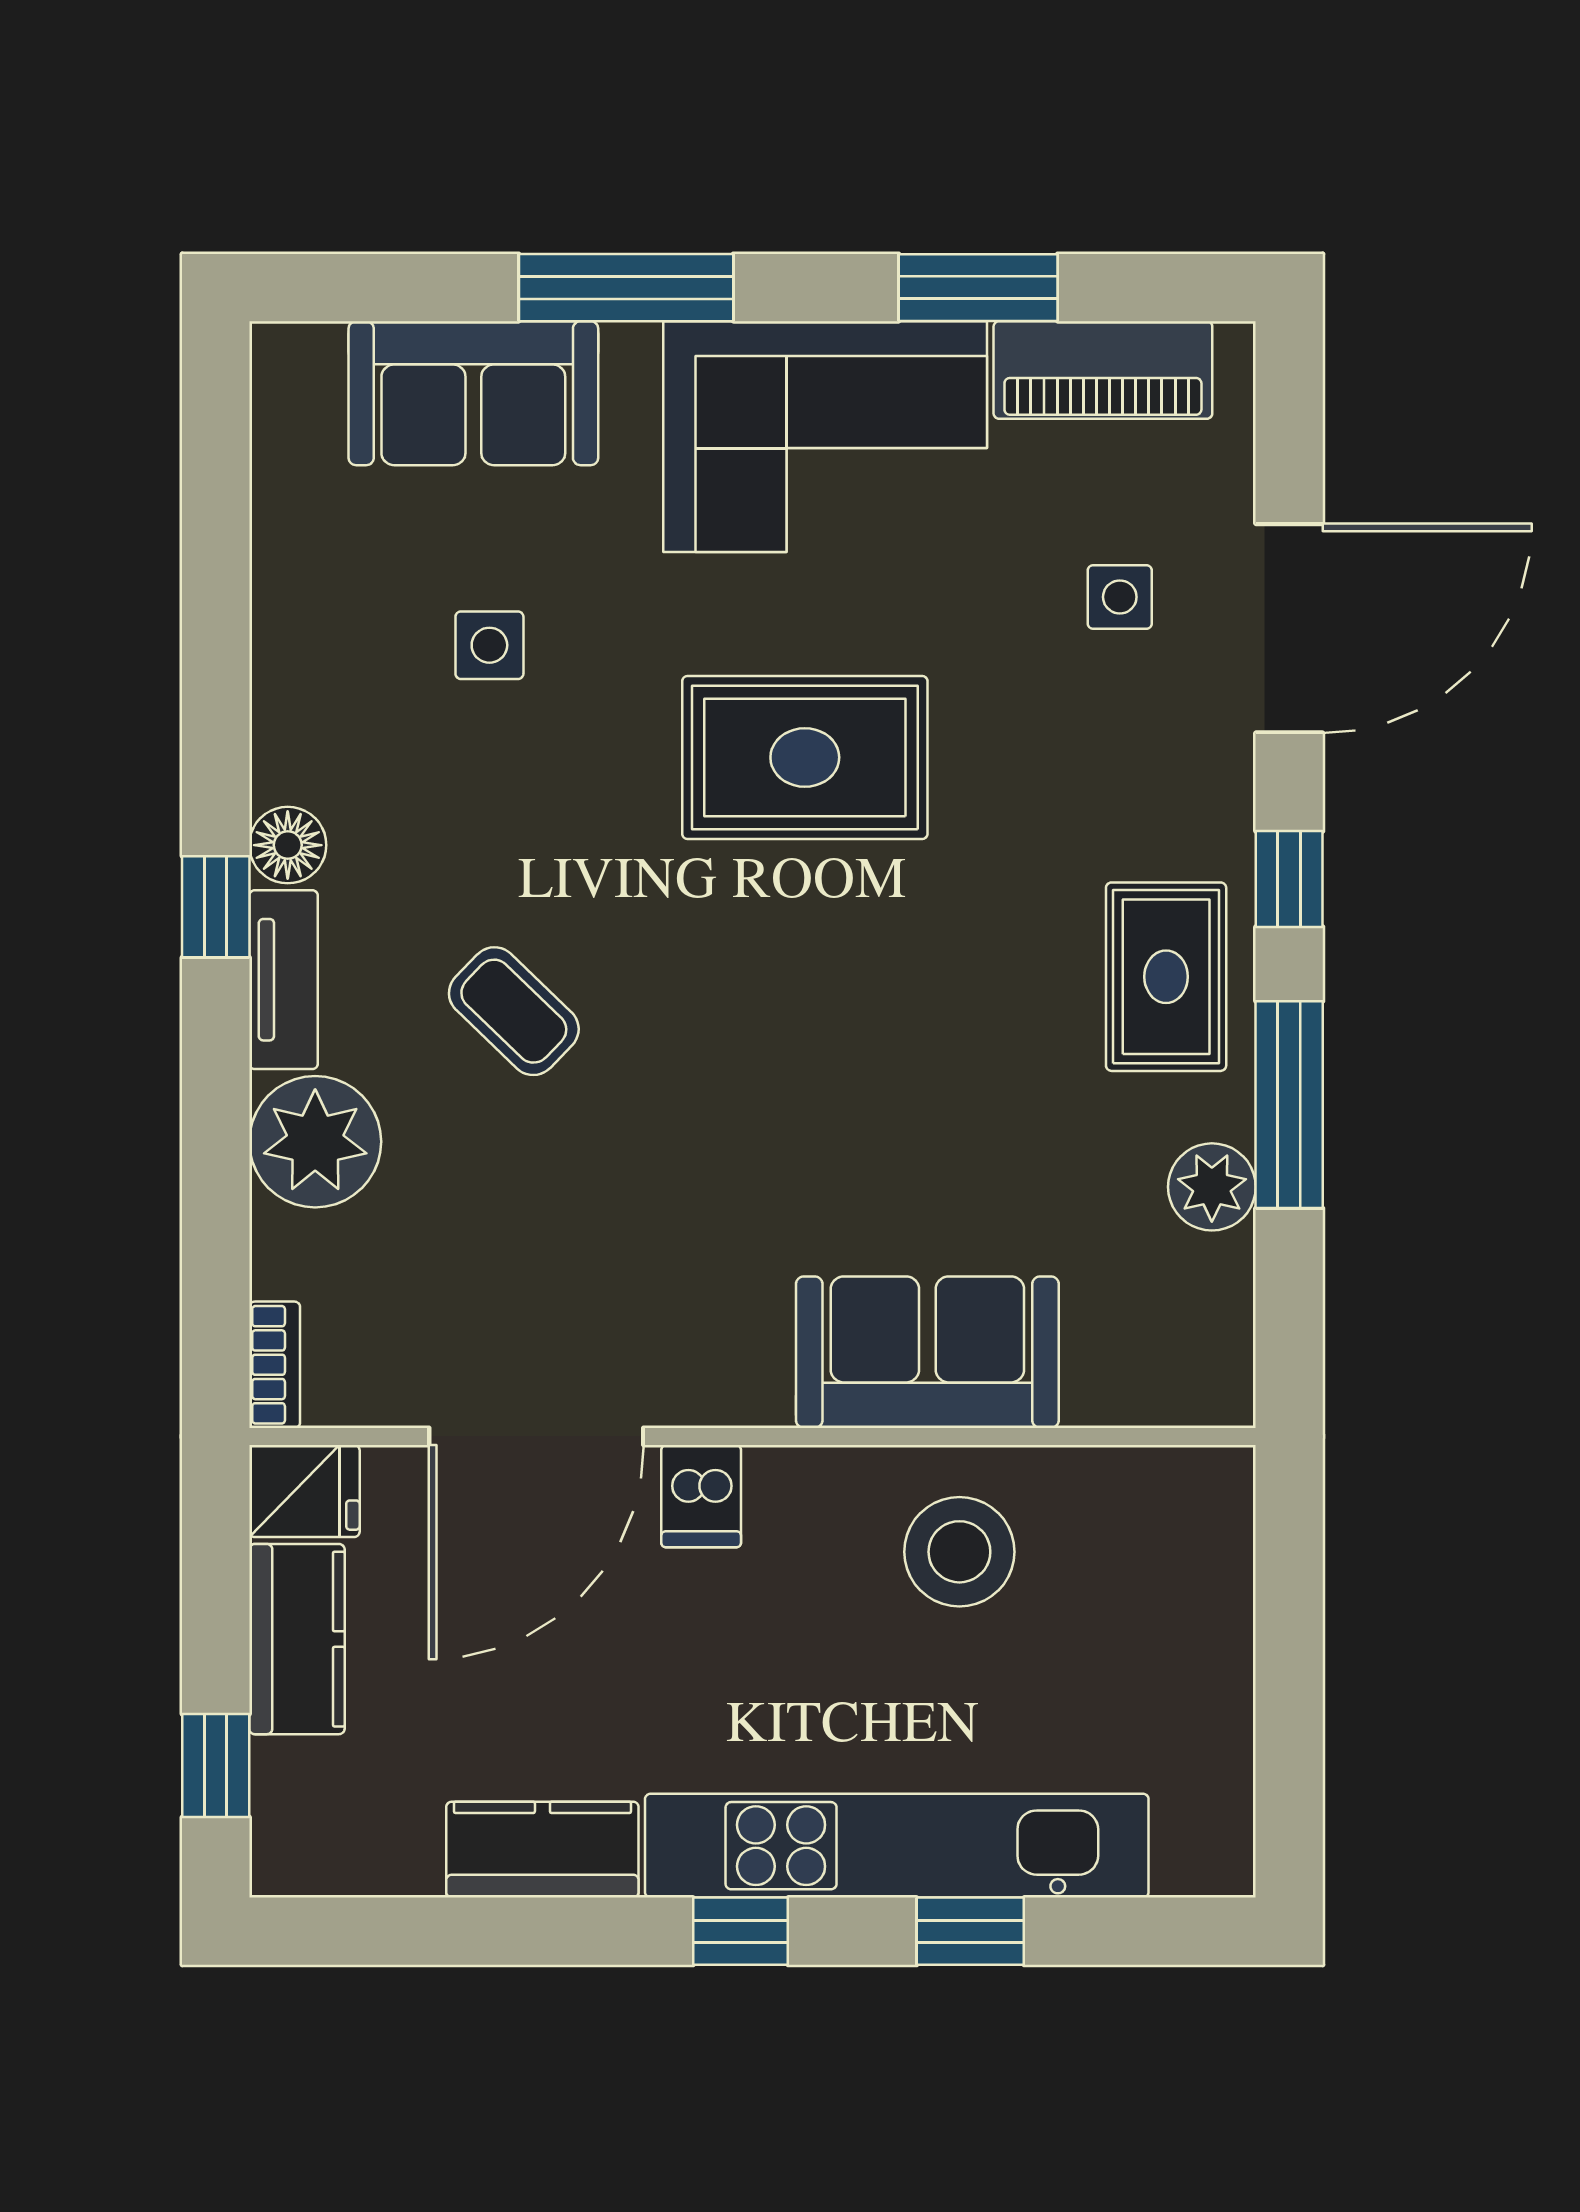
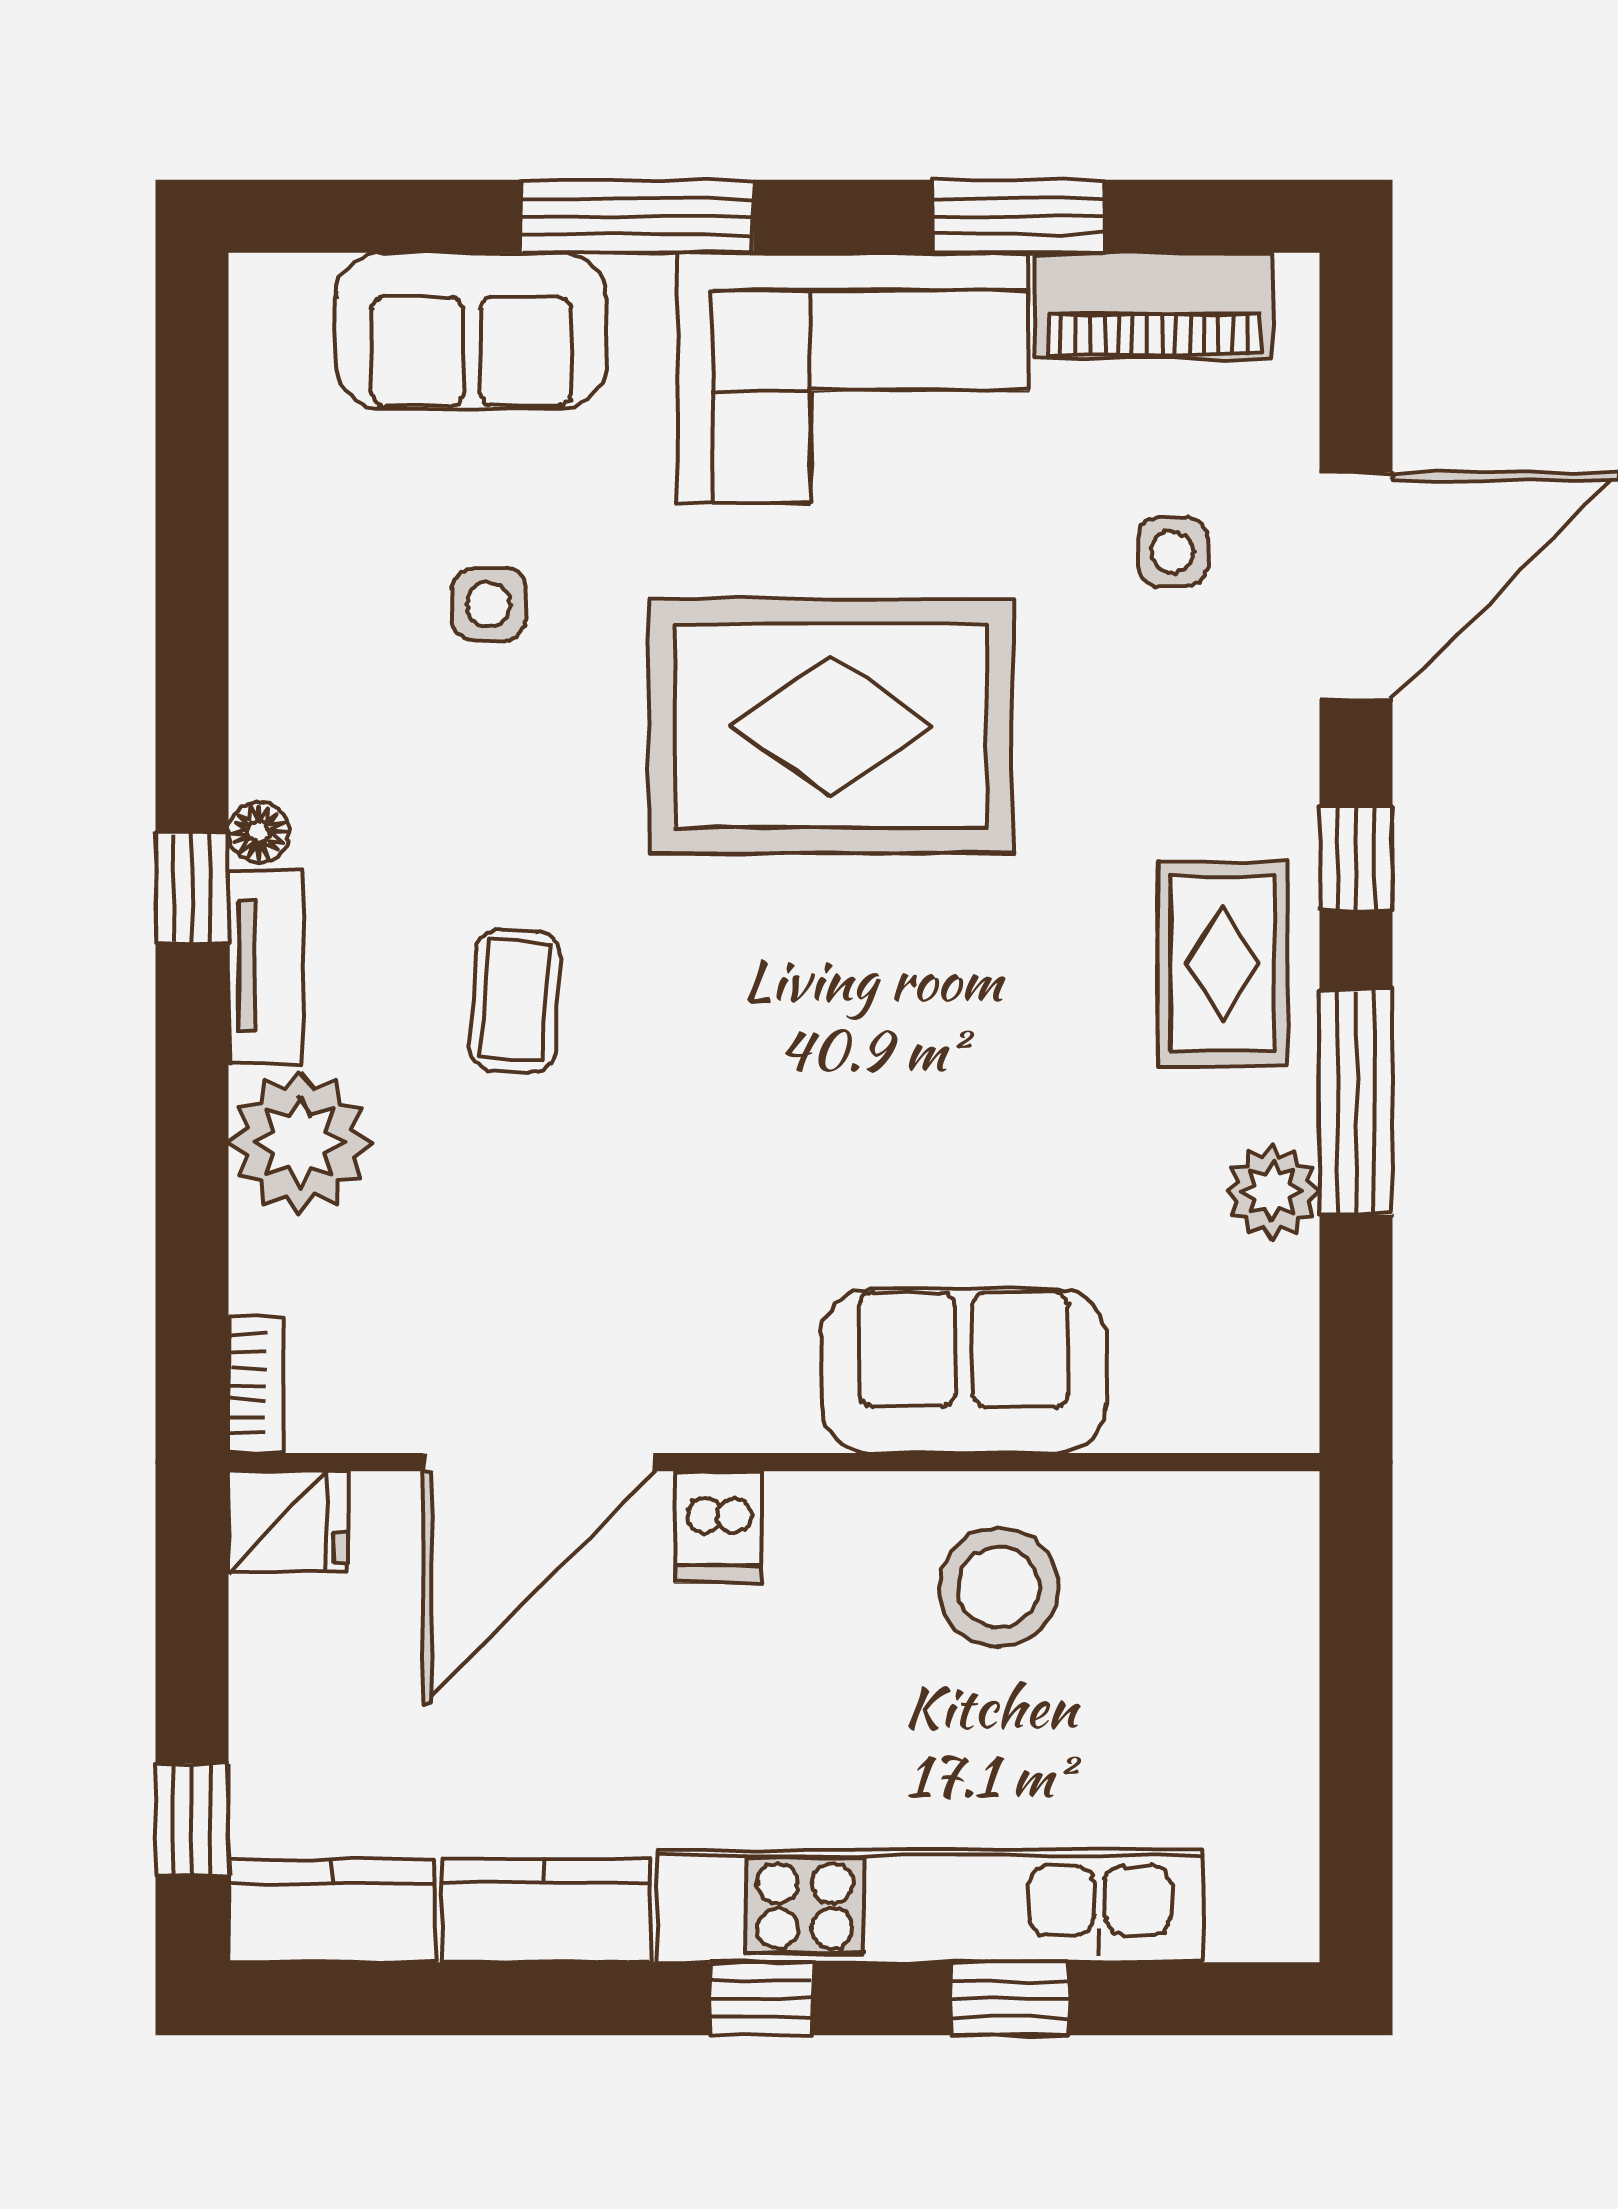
rug: (805, 757) -> (831, 726), width x1.37, depth x1.44
floor lamp: (288, 845) -> (259, 832), width x0.73, depth x0.73
coffee table: (514, 1011) -> (515, 1001), turned 50
kitchen counter: (297, 1639) -> (332, 1911), moved, turned -90

